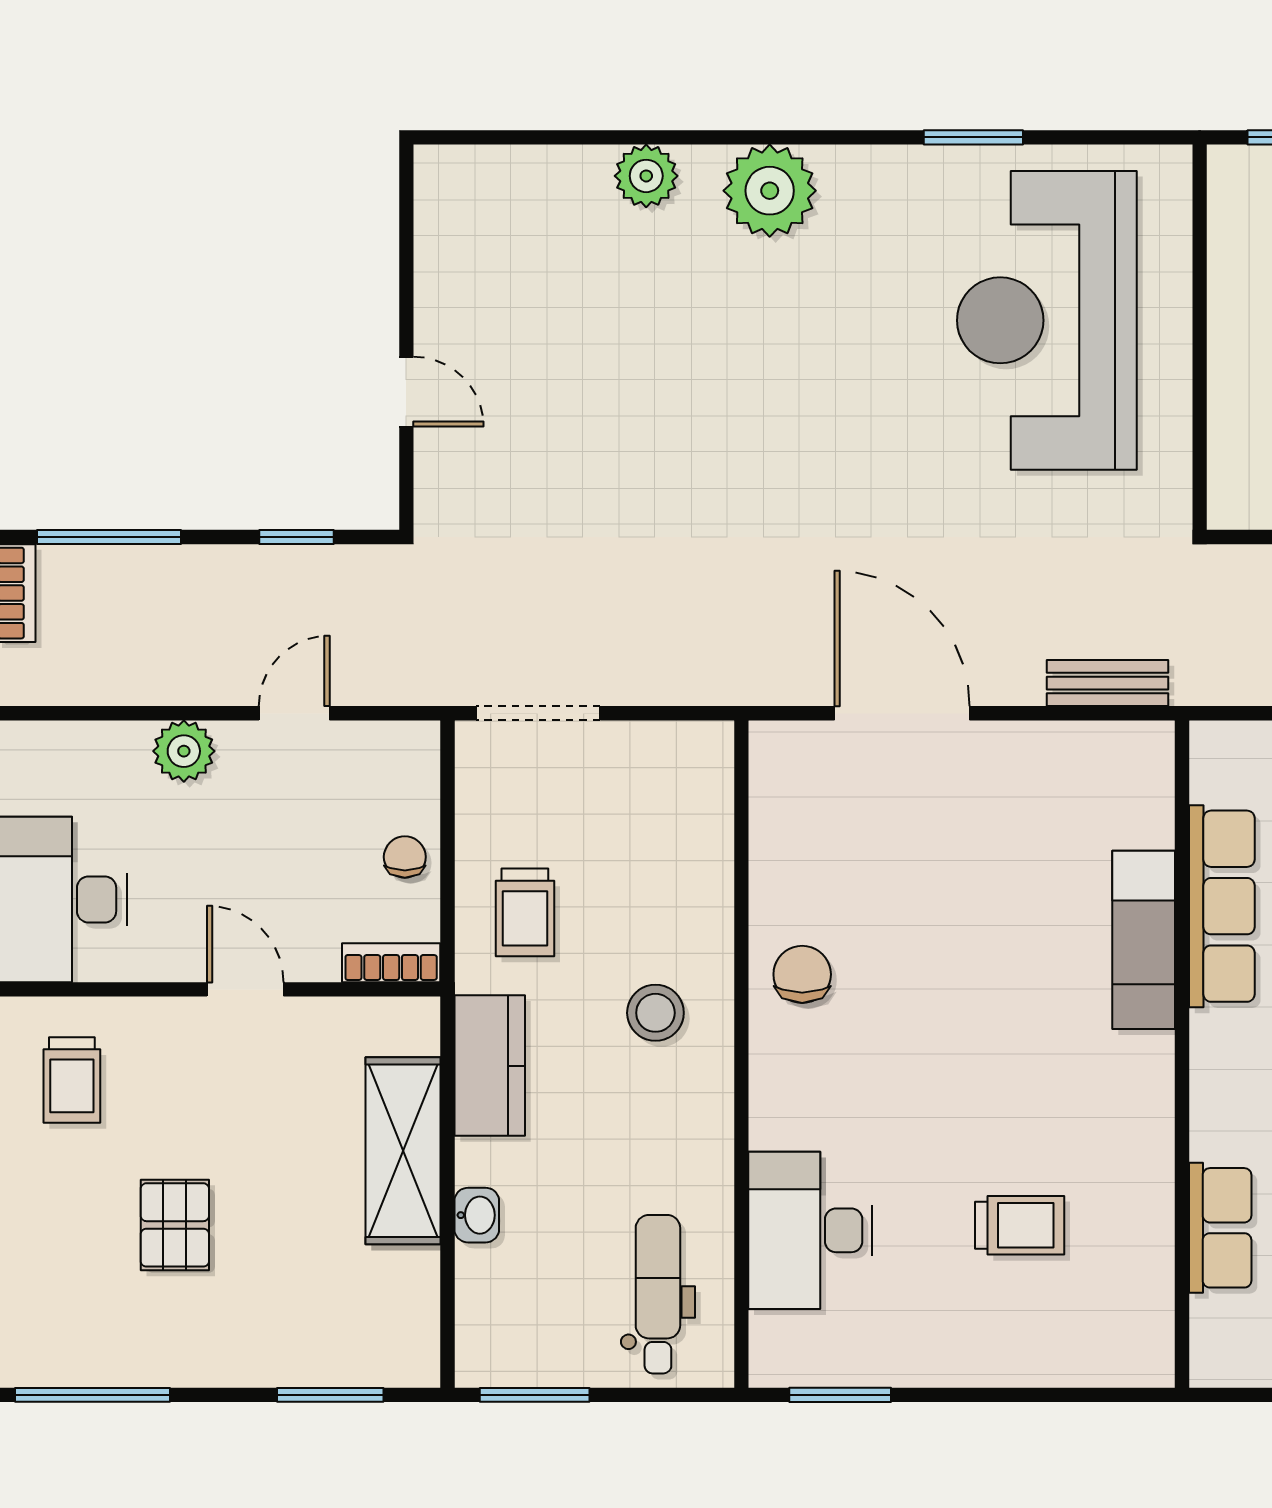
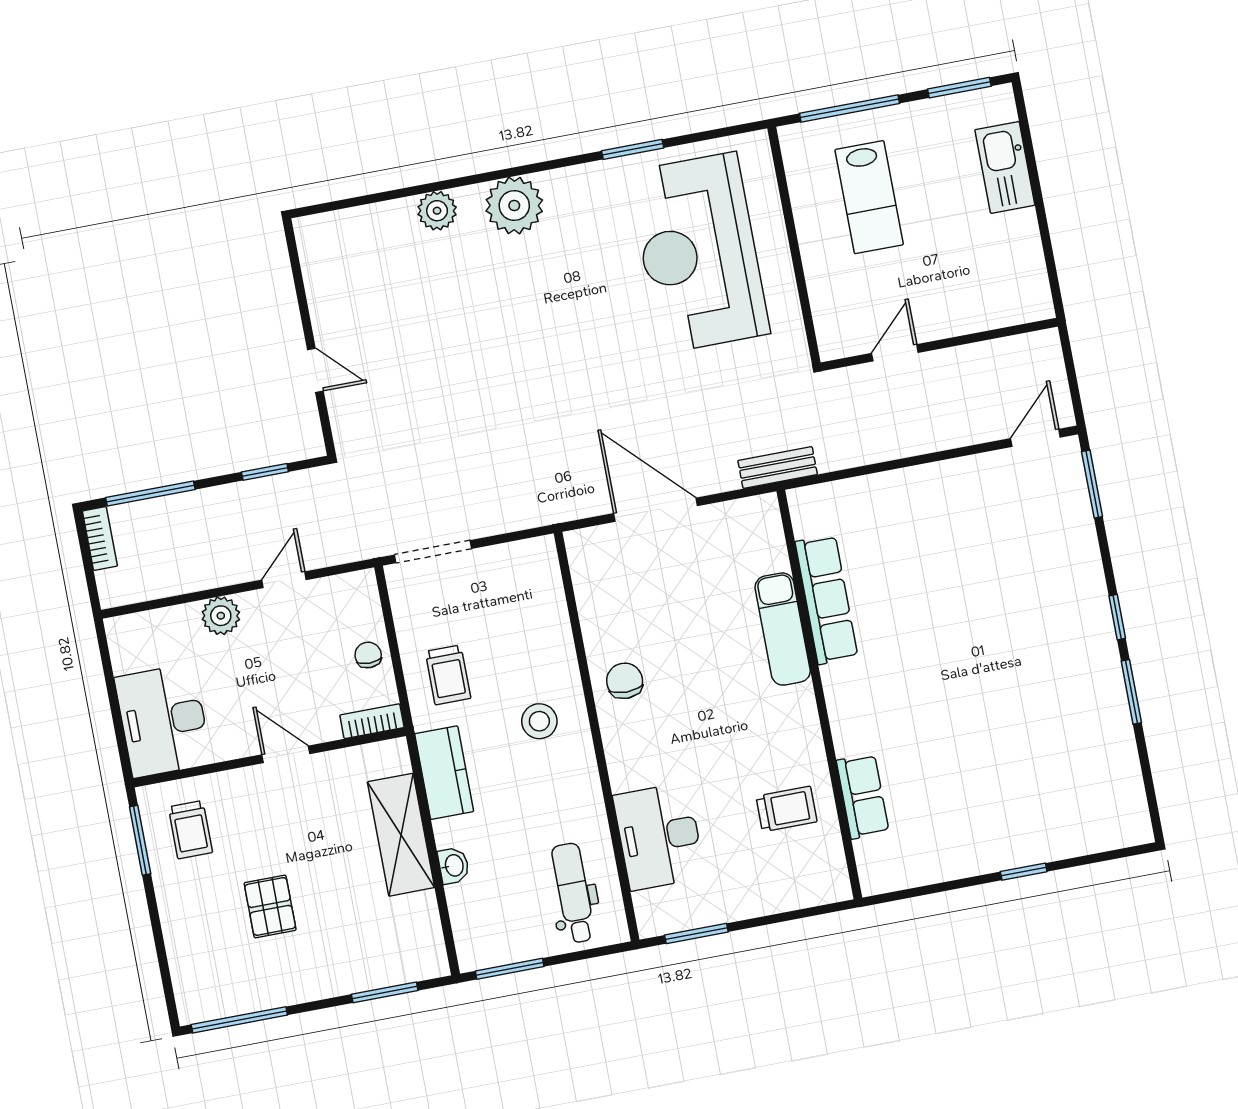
row of seats: (1222, 906) -> (827, 599), moved
exam couch: (1144, 940) -> (783, 629), moved
wall: (1182, 1054) -> (819, 694), moved
row of seats: (1220, 1228) -> (863, 796), moved

